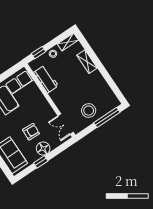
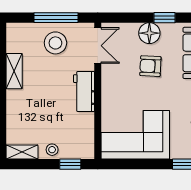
shelving: (87, 62) -> (14, 71), moved
workbench: (46, 79) -> (84, 92), moved
window: (107, 117) -> (56, 18), moved

